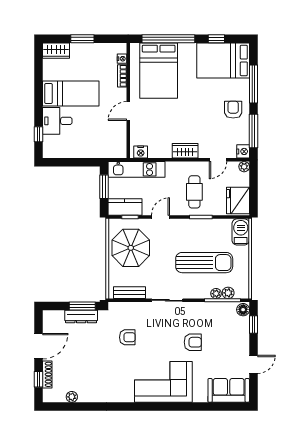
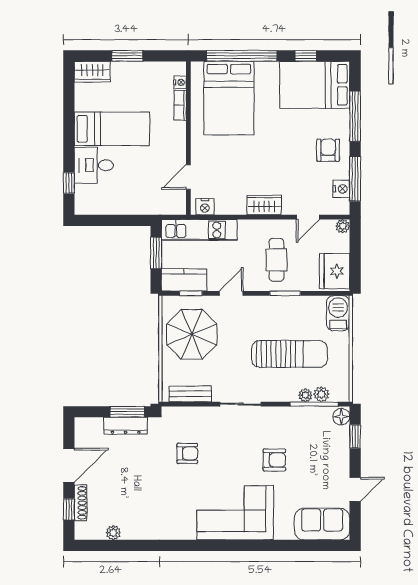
door: (128, 111) -> (188, 177), moved
nightstand: (243, 151) -> (341, 189), moved

